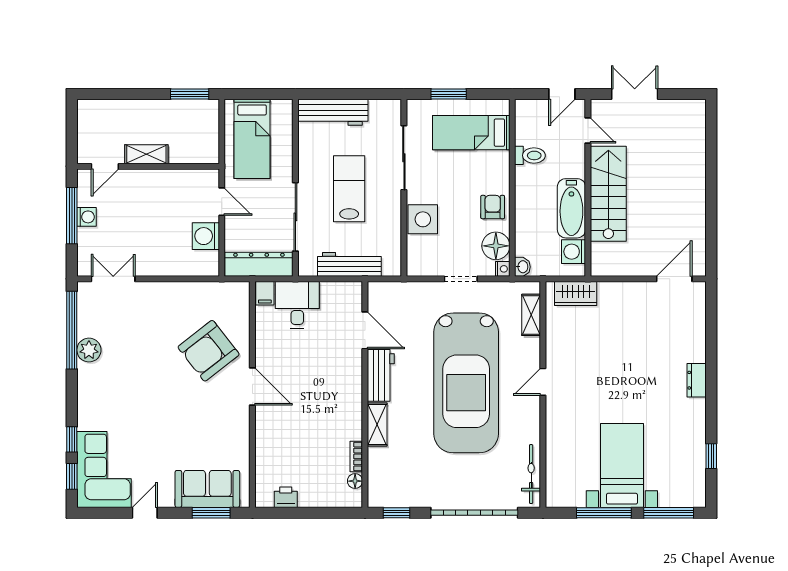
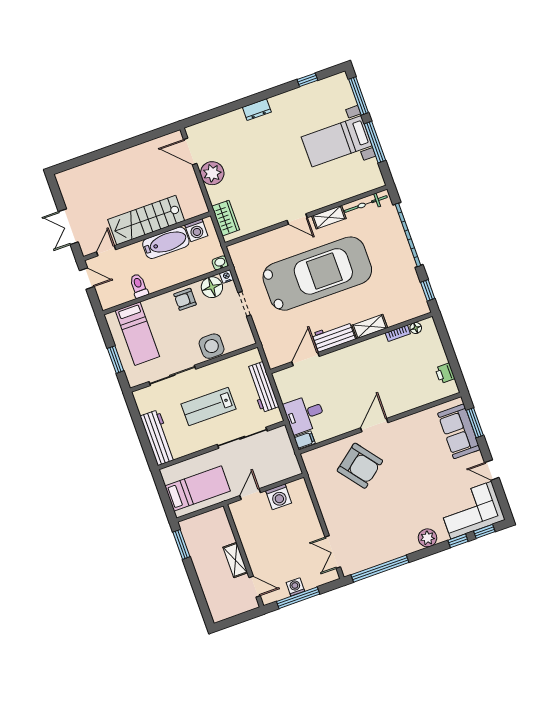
dresser: (259, 264) -> (285, 452), removed
plant: (637, 297) -> (212, 173), added
shelving: (531, 315) -> (329, 217), moved
plant: (89, 350) -> (427, 538), moved

